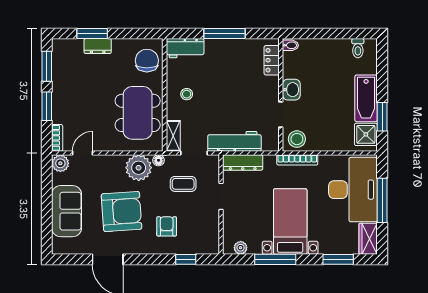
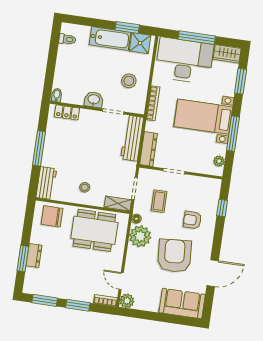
stool: (297, 139) -> (129, 81), moved
workbench: (234, 141) -> (132, 138), moved
sofa: (67, 211) -> (182, 304), moved

